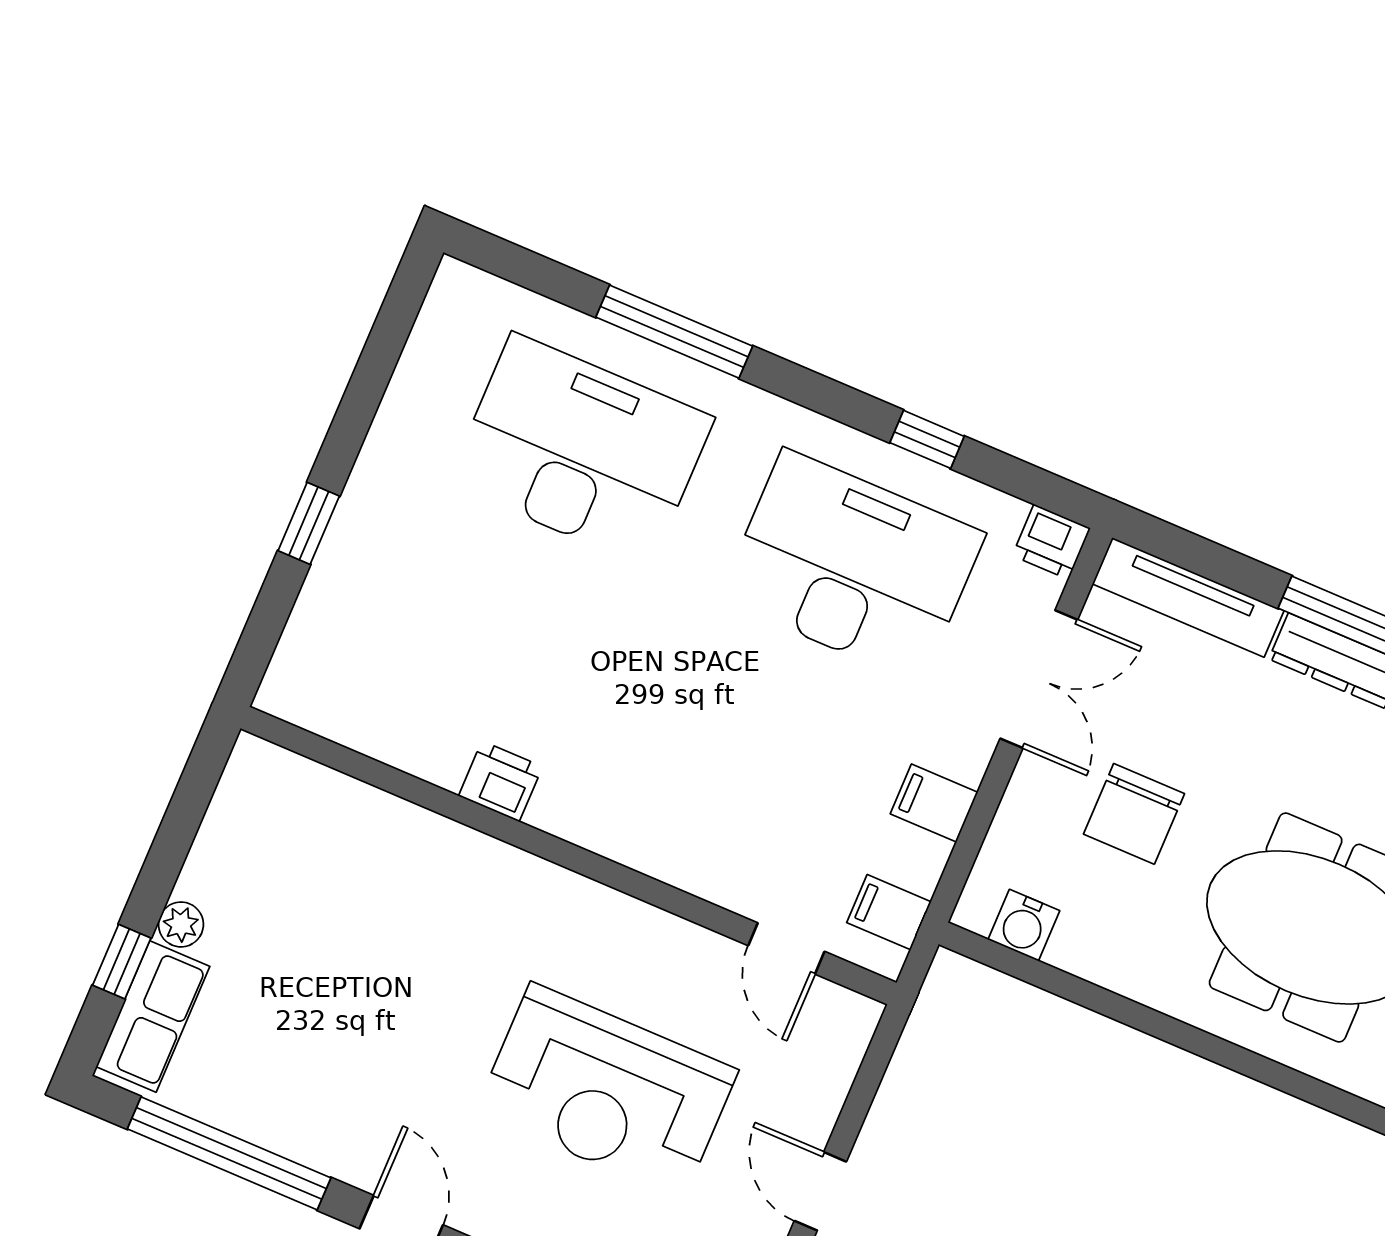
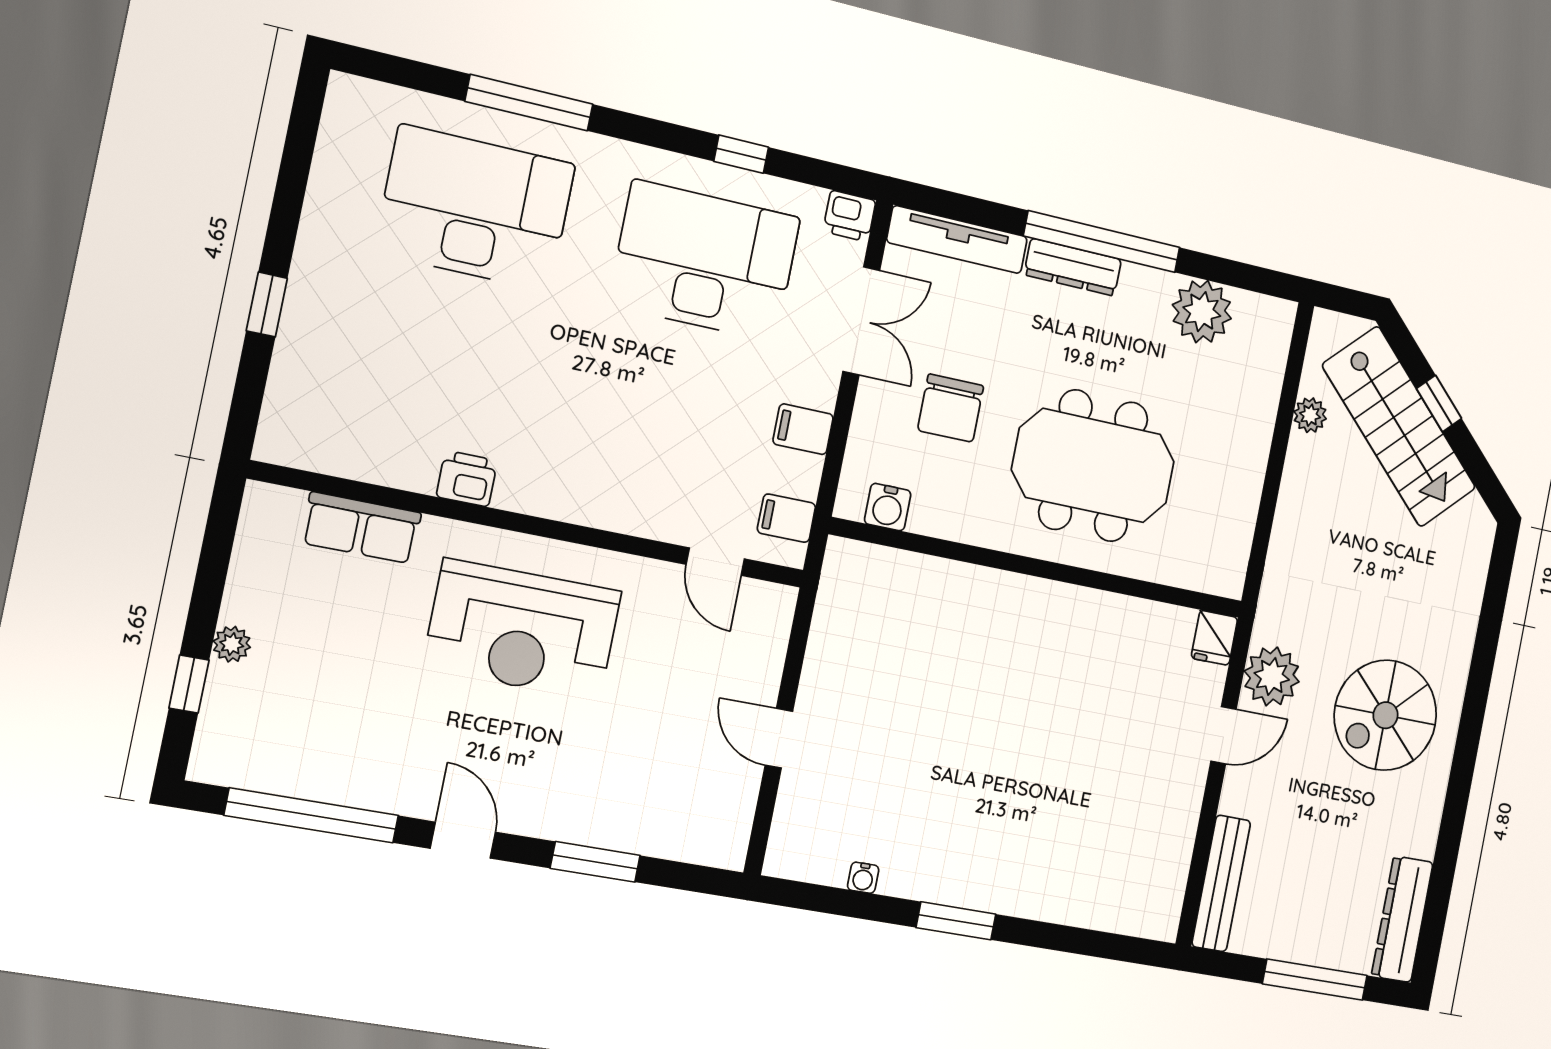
row of seats: (153, 1016) -> (361, 528), moved, turned 90
reception desk: (607, 1091) -> (522, 630), moved

